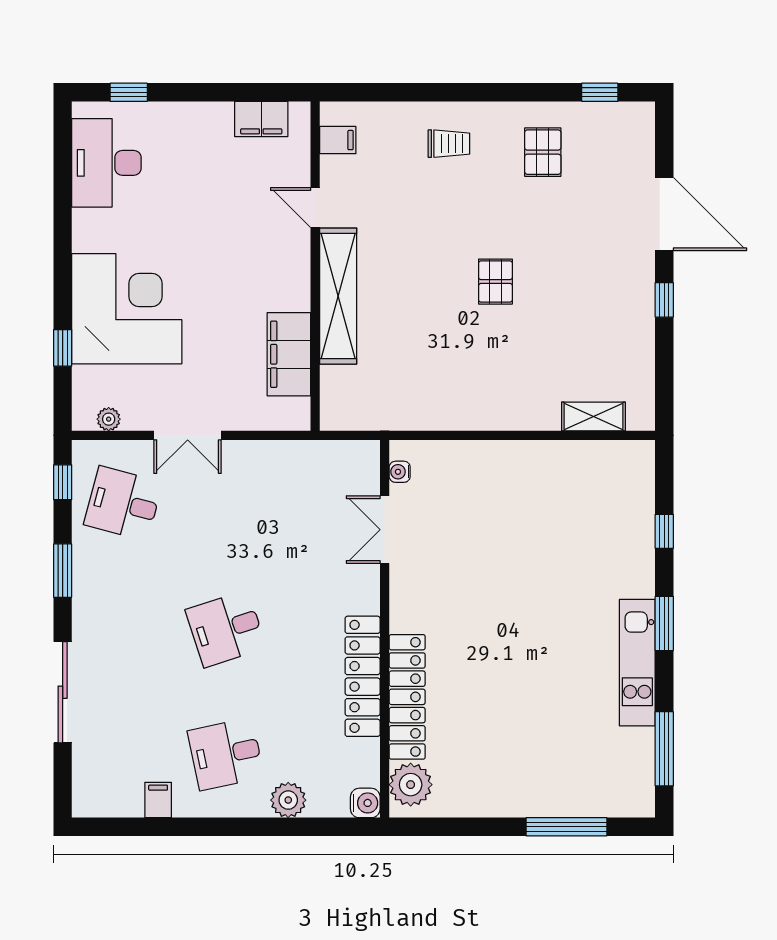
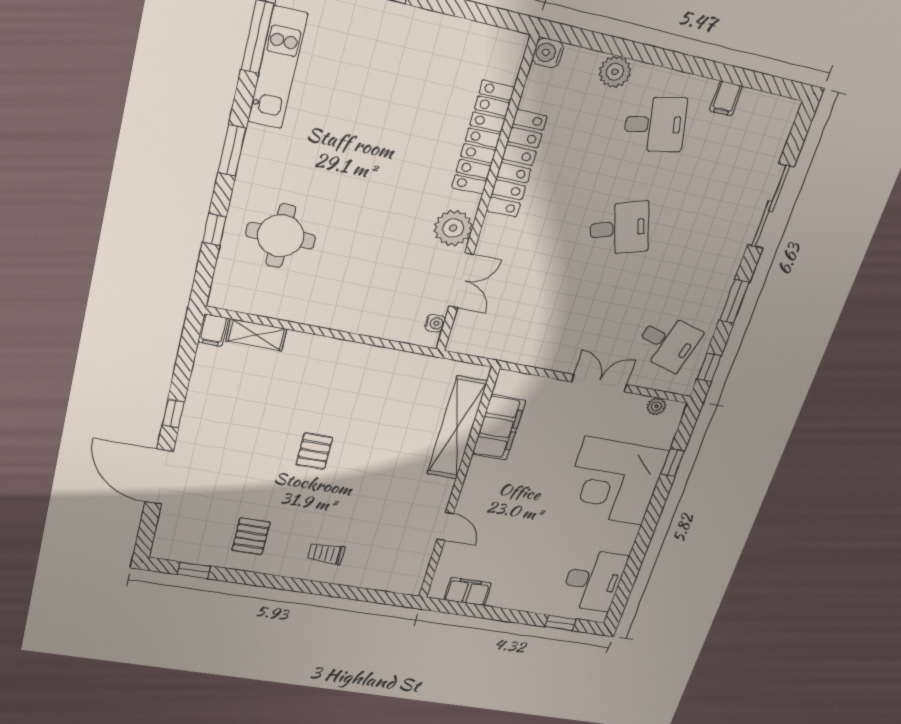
filing cabinet: (338, 140) -> (213, 330), moved, turned -90
shelving: (338, 296) -> (457, 428), moved
round table: (593, 539) -> (281, 236), added
kitchen unit: (637, 663) -> (278, 68), moved
plant: (411, 785) -> (453, 228), moved

